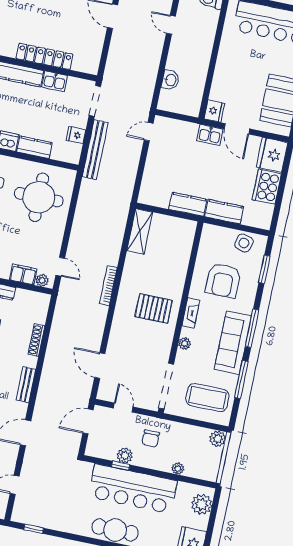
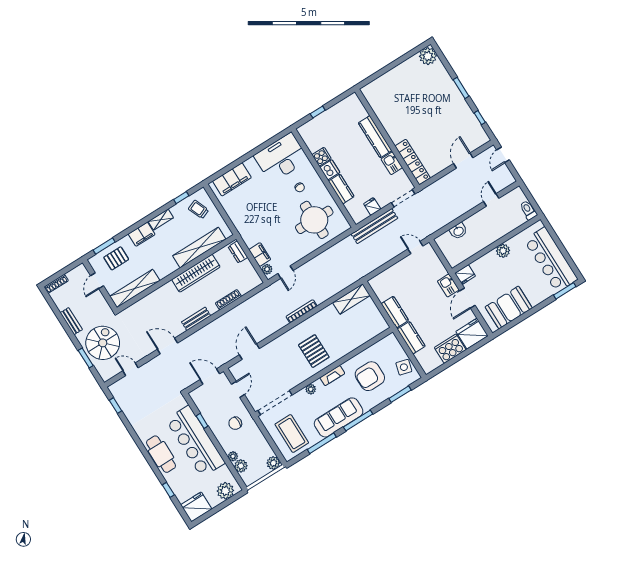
locker: (45, 56) -> (413, 162), moved
plant: (225, 57) -> (503, 251), added
plant: (125, 456) -> (241, 466), moved

